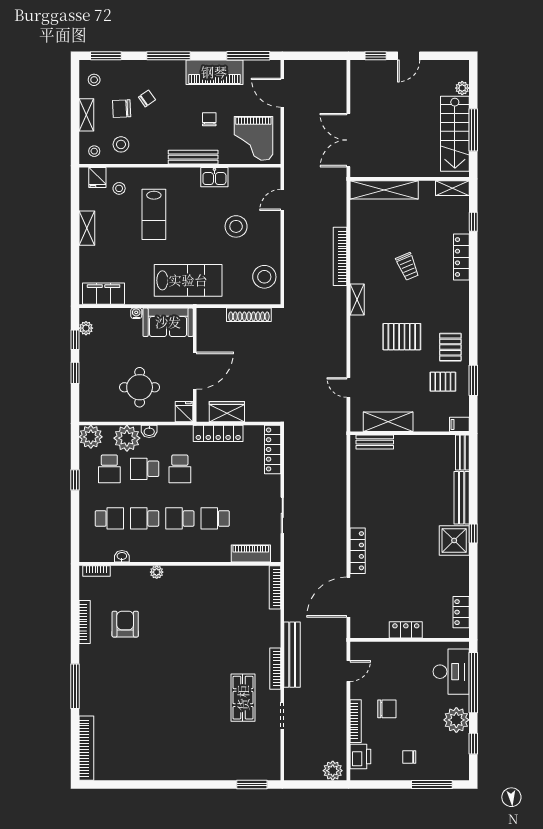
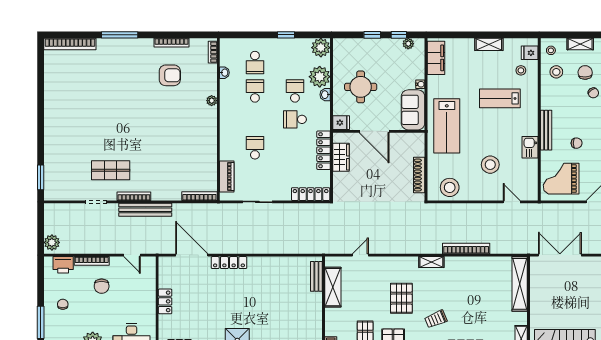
trolley: (408, 267) -> (436, 319), moved
school desk: (109, 469) -> (295, 63), removed
school desk: (180, 518) -> (255, 119), removed

